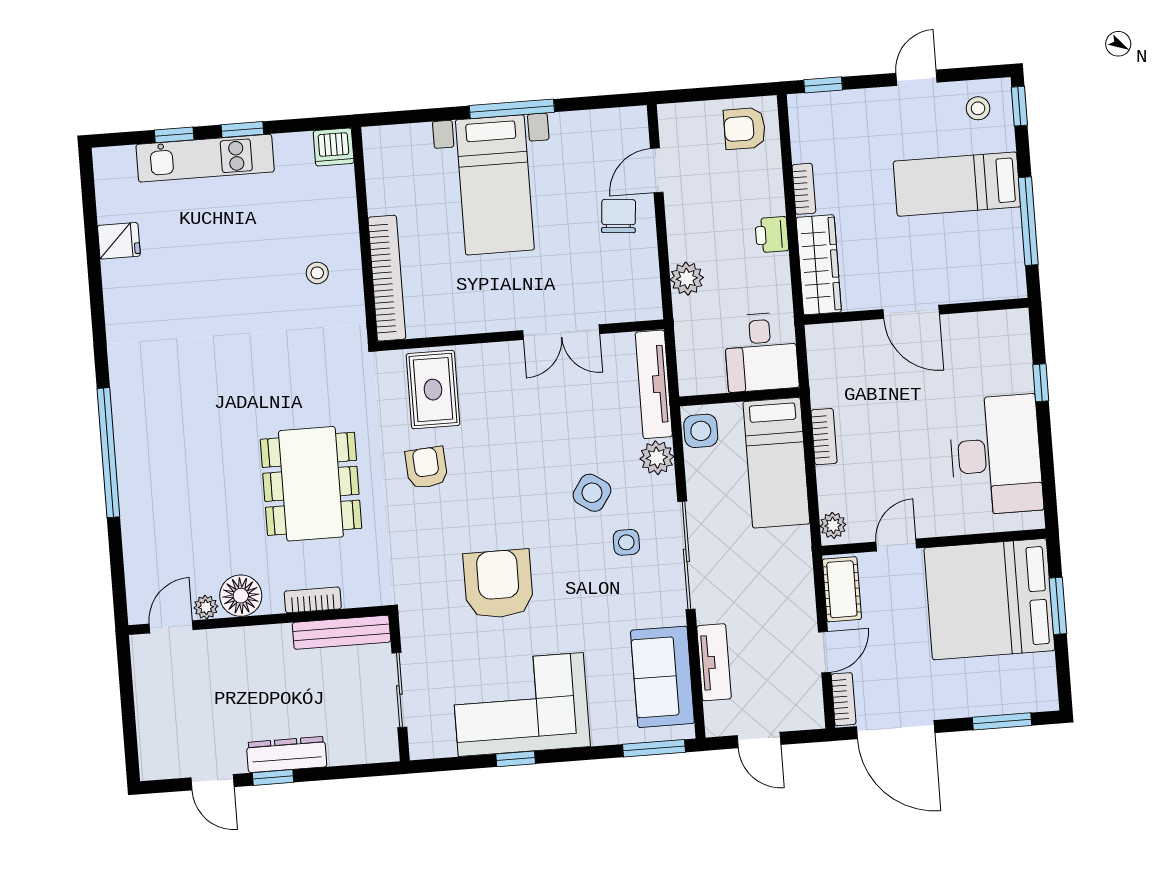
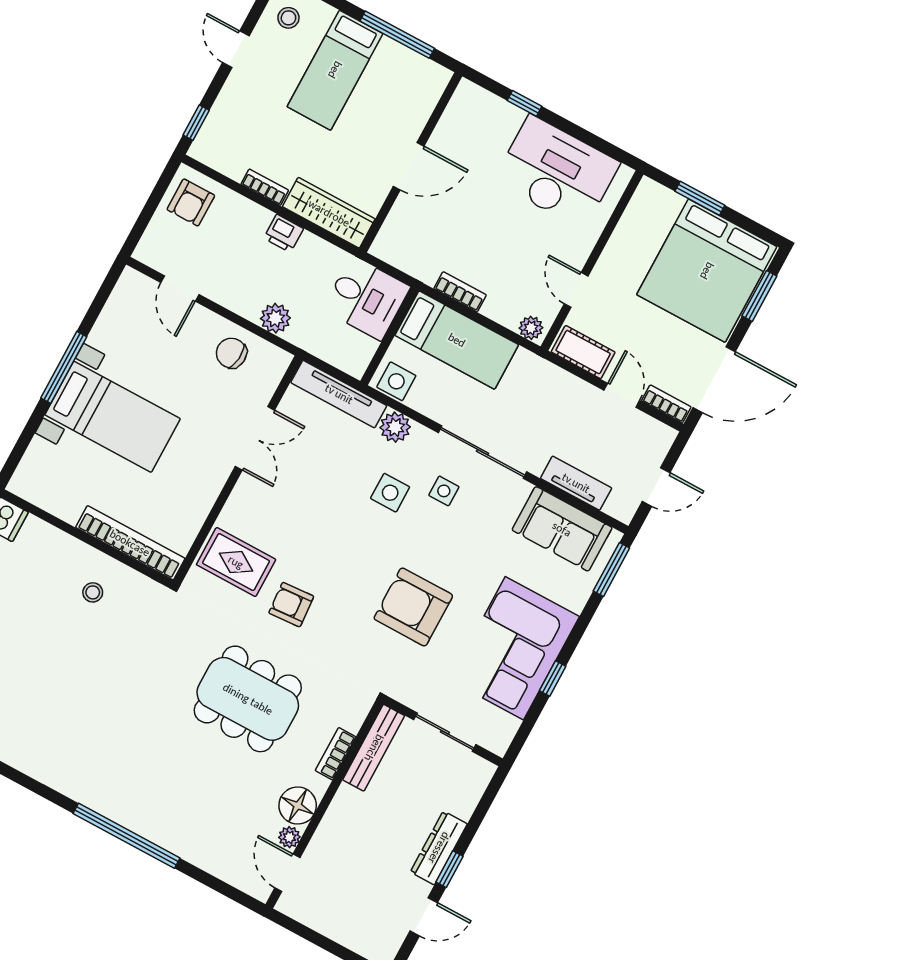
chair: (619, 216) -> (231, 353), moved
side table: (592, 493) -> (390, 493), turned -34
bed: (989, 599) -> (707, 271), moved

